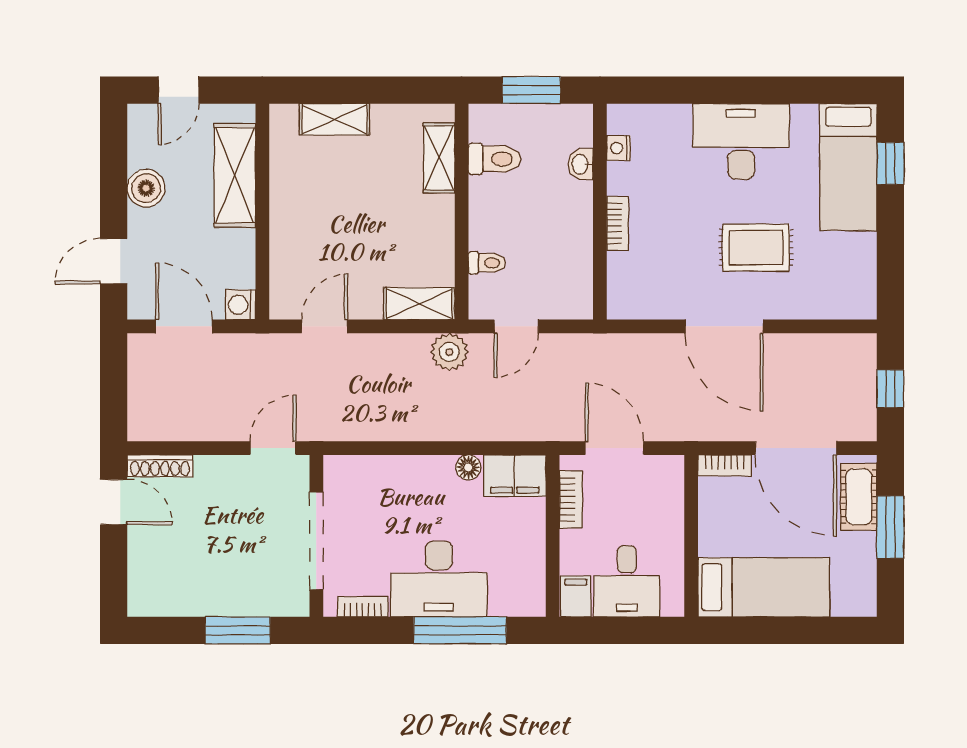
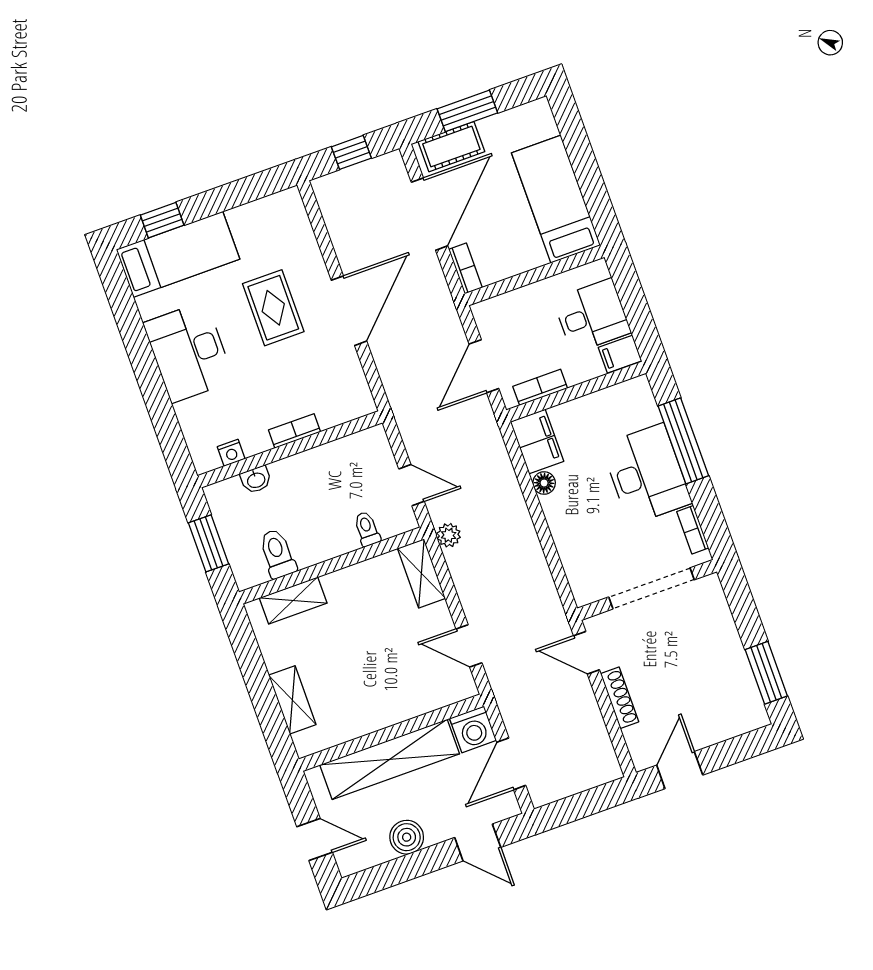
shelving: (235, 175) -> (390, 759), width x1.47
washing machine: (241, 305) -> (473, 729), width x1.38, depth x1.38
plant: (449, 352) -> (449, 535), width x0.73, depth x0.73
shoe rack: (160, 466) -> (620, 698), moved
window: (238, 630) -> (766, 673), moved

